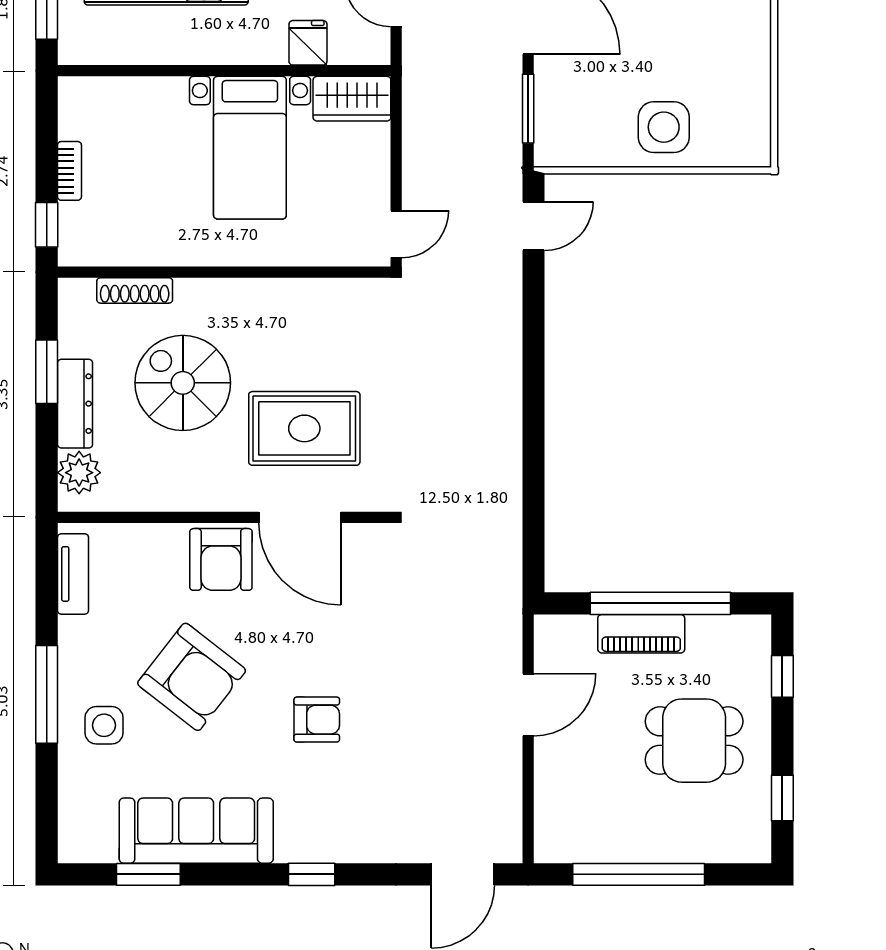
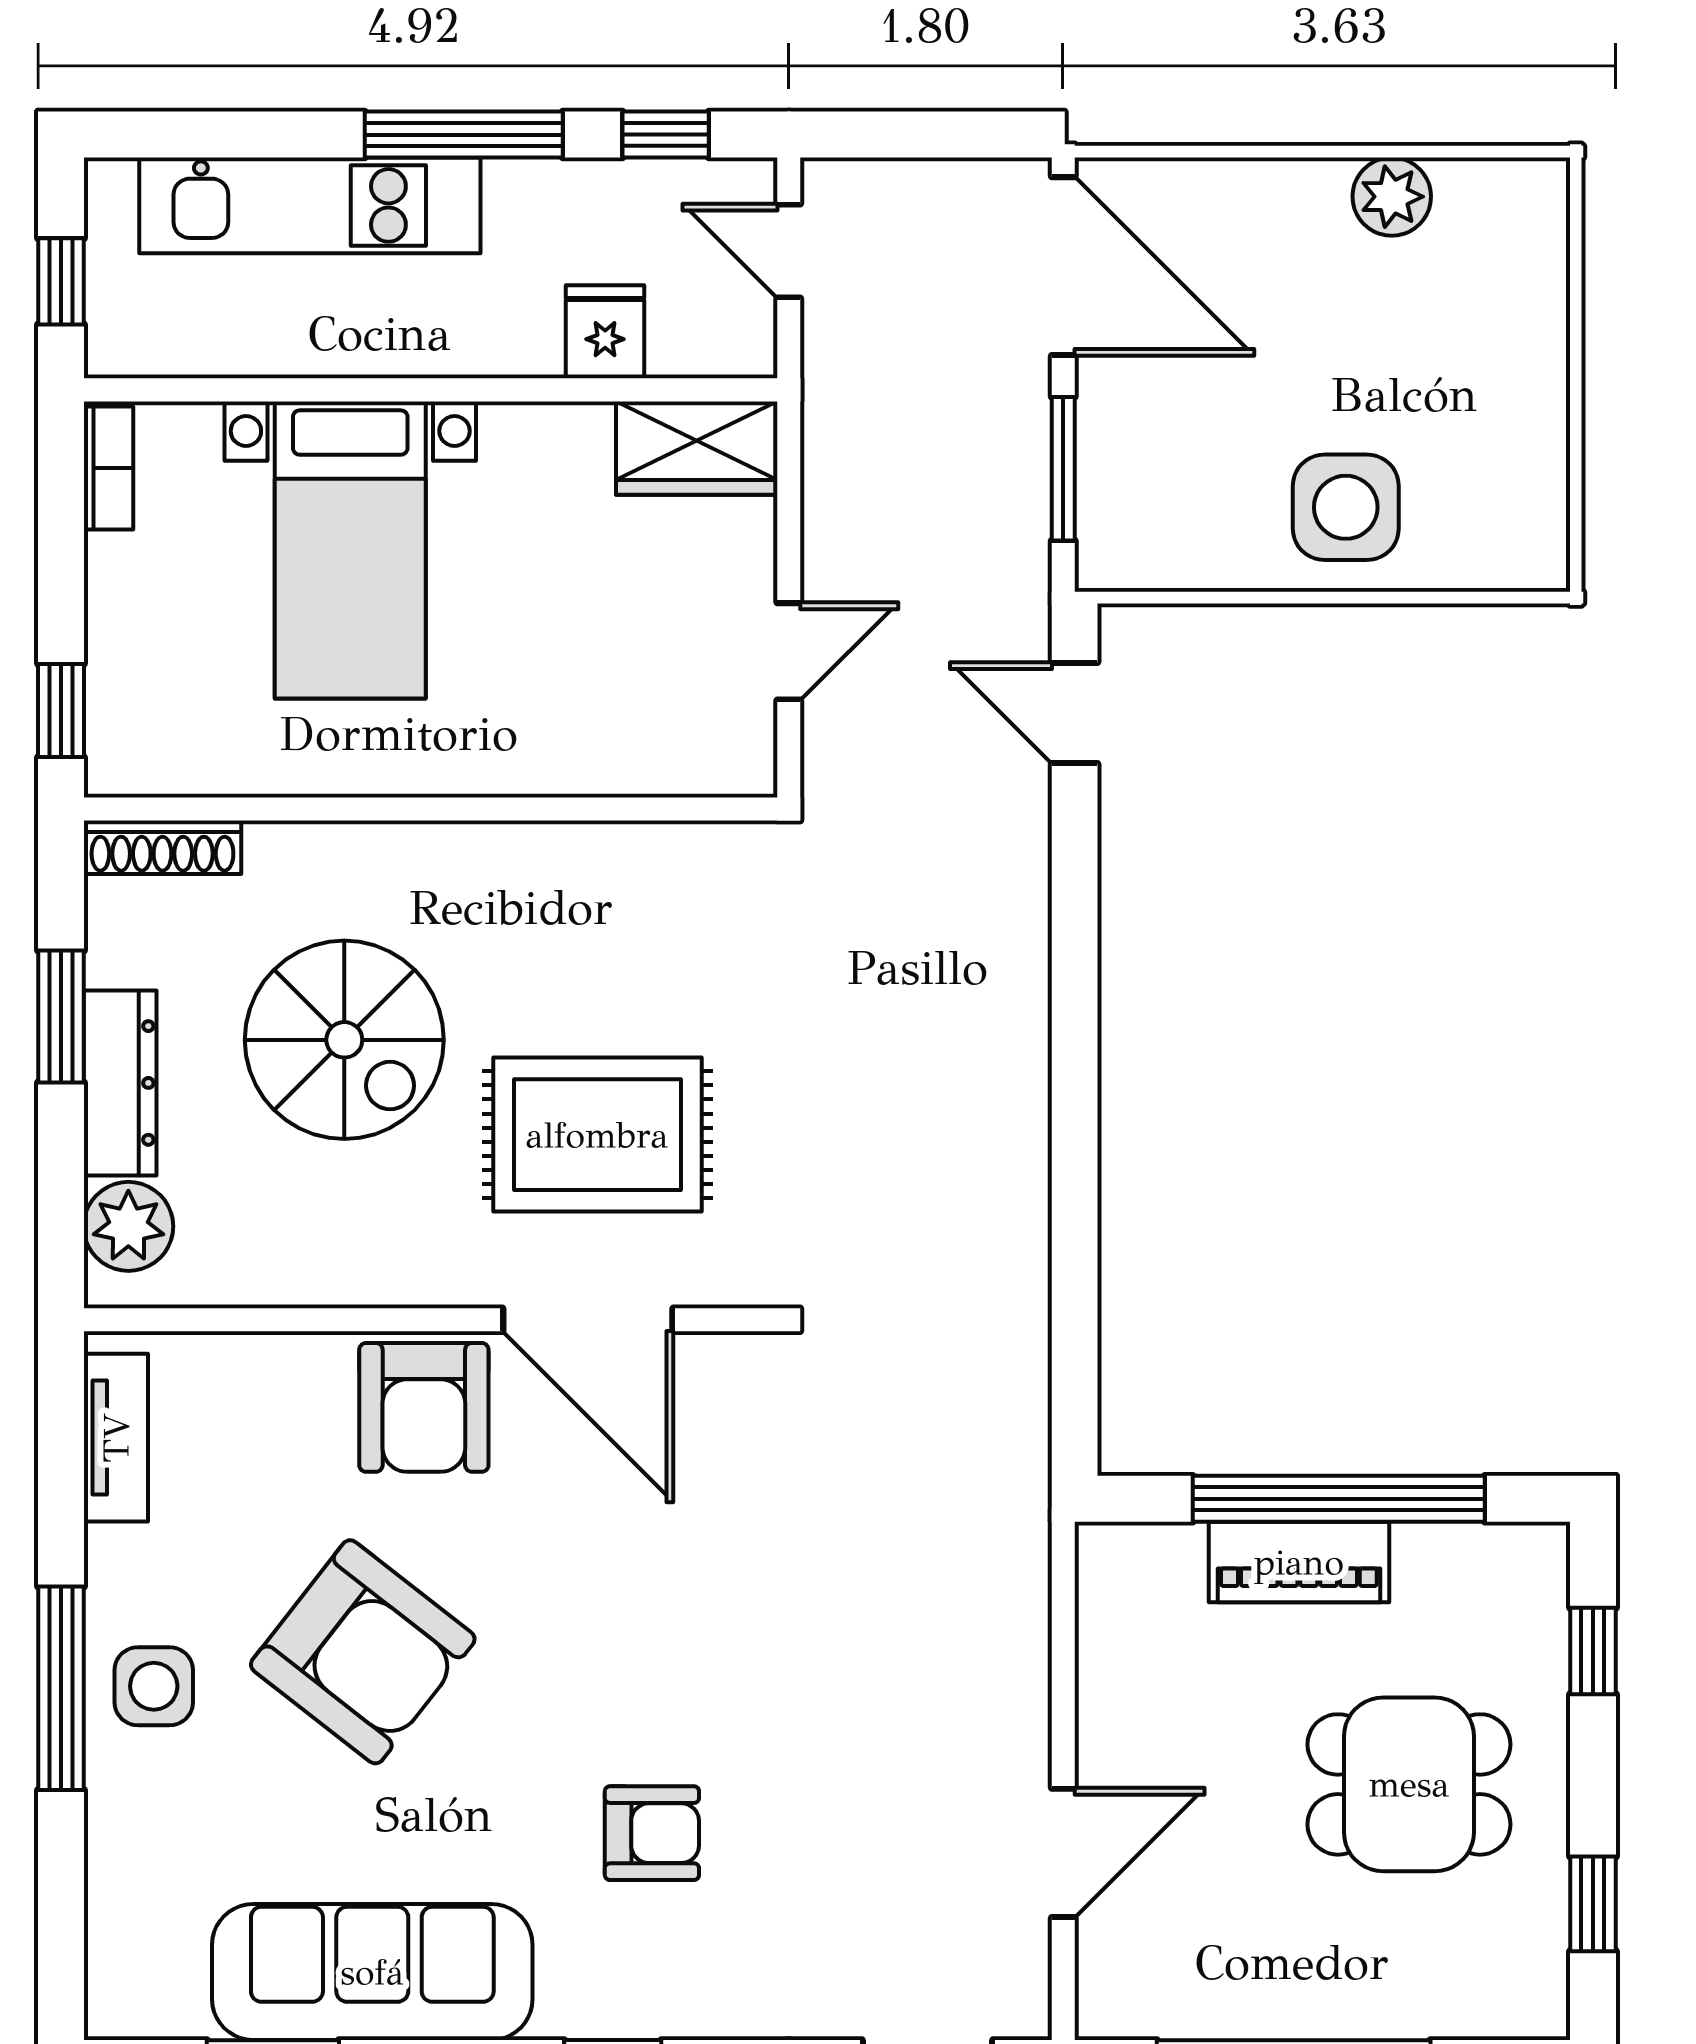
bed with nightstands: (250, 148) -> (350, 550), moved
bookcase: (69, 171) -> (108, 468), moved
door: (534, 226) -> (1075, 713), swing flipped
door: (396, 234) -> (789, 651), moved
shoe rack: (135, 290) -> (162, 847), moved
spiral stairs: (183, 383) -> (344, 1040), turned 180
door: (528, 705) -> (1063, 1853), moved
armchair: (317, 720) -> (652, 1833), moved
side table: (104, 725) -> (154, 1686), moved

